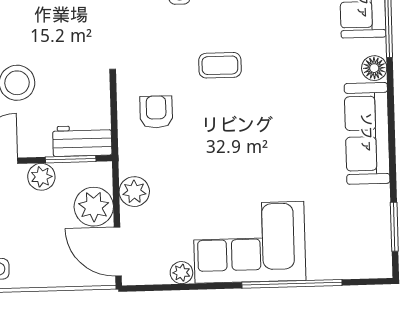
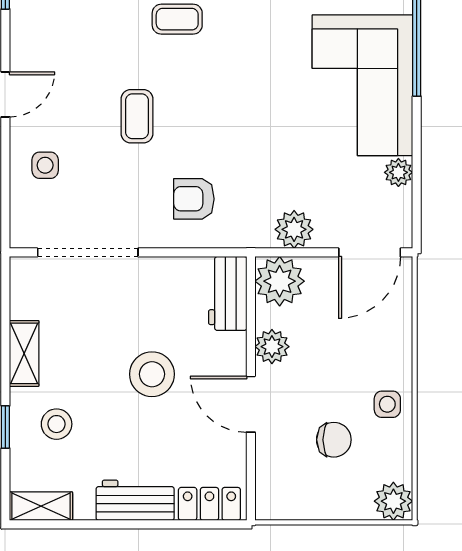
coffee table: (297, 95) -> (177, 19), added
window: (71, 159) -> (251, 309), removed
plant: (94, 207) -> (280, 281), moved

